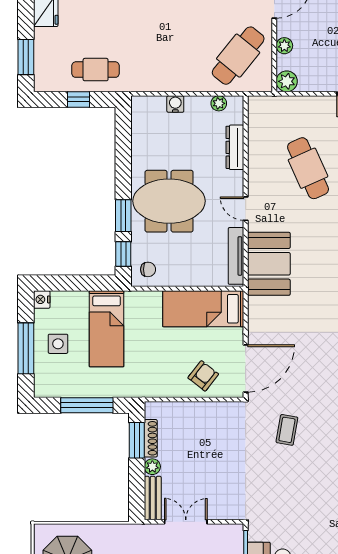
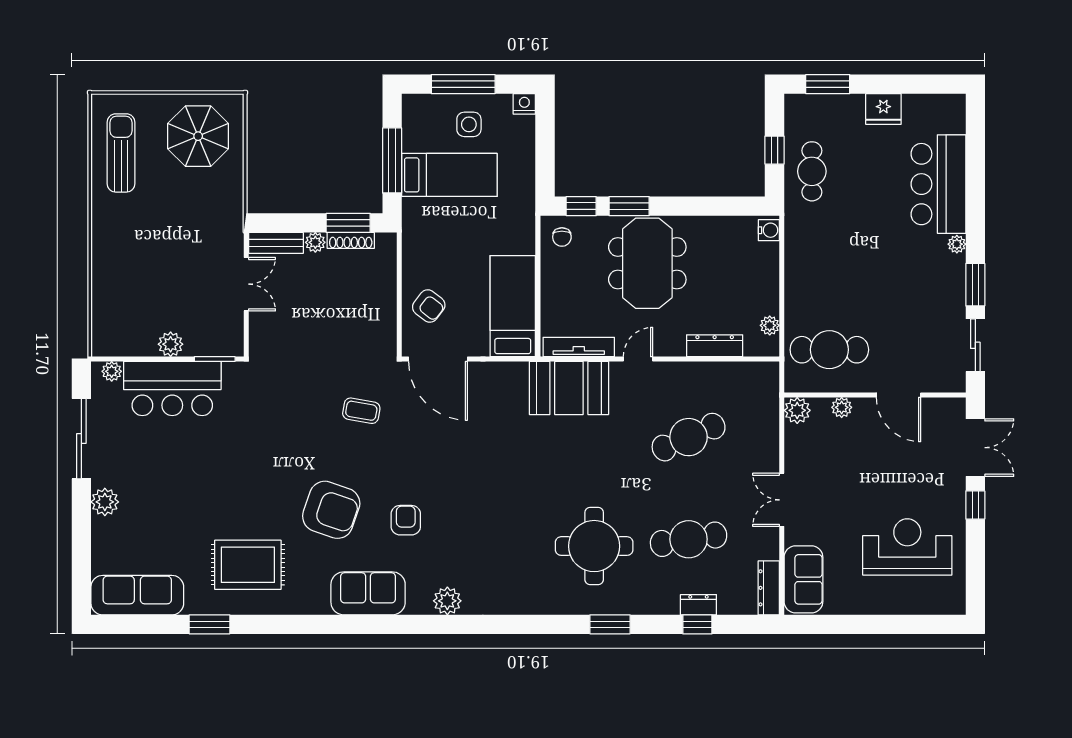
cafe table: (238, 56) -> (829, 350), turned -39
water cooler: (175, 104) -> (769, 230), moved
bed: (107, 329) -> (449, 175), moved, turned 180

